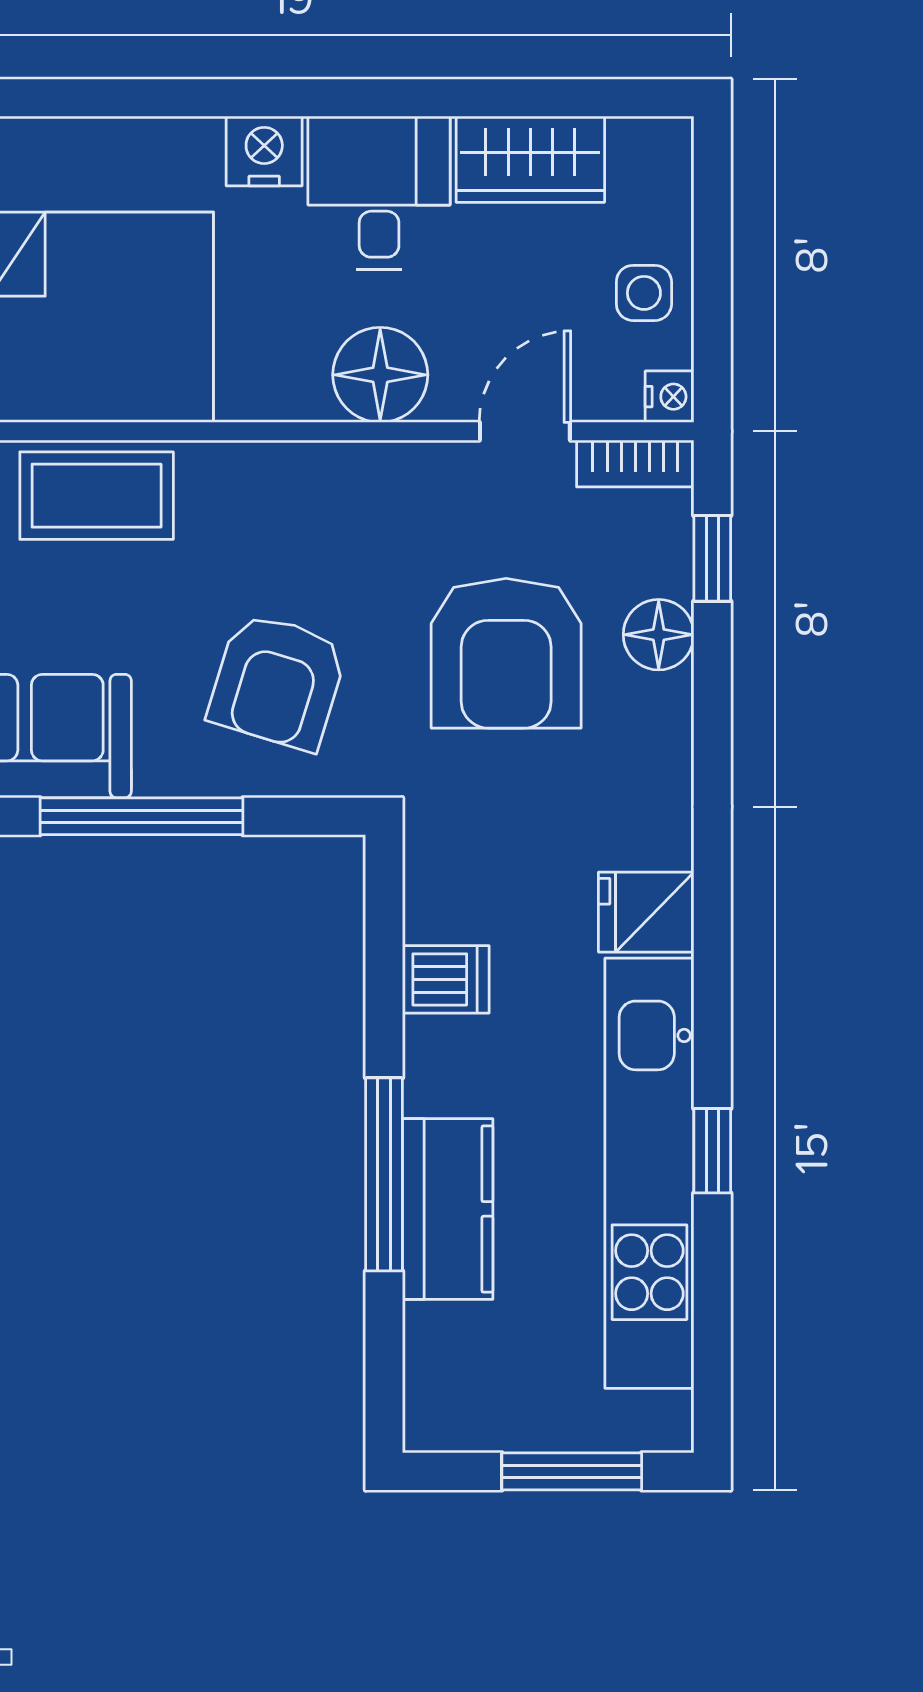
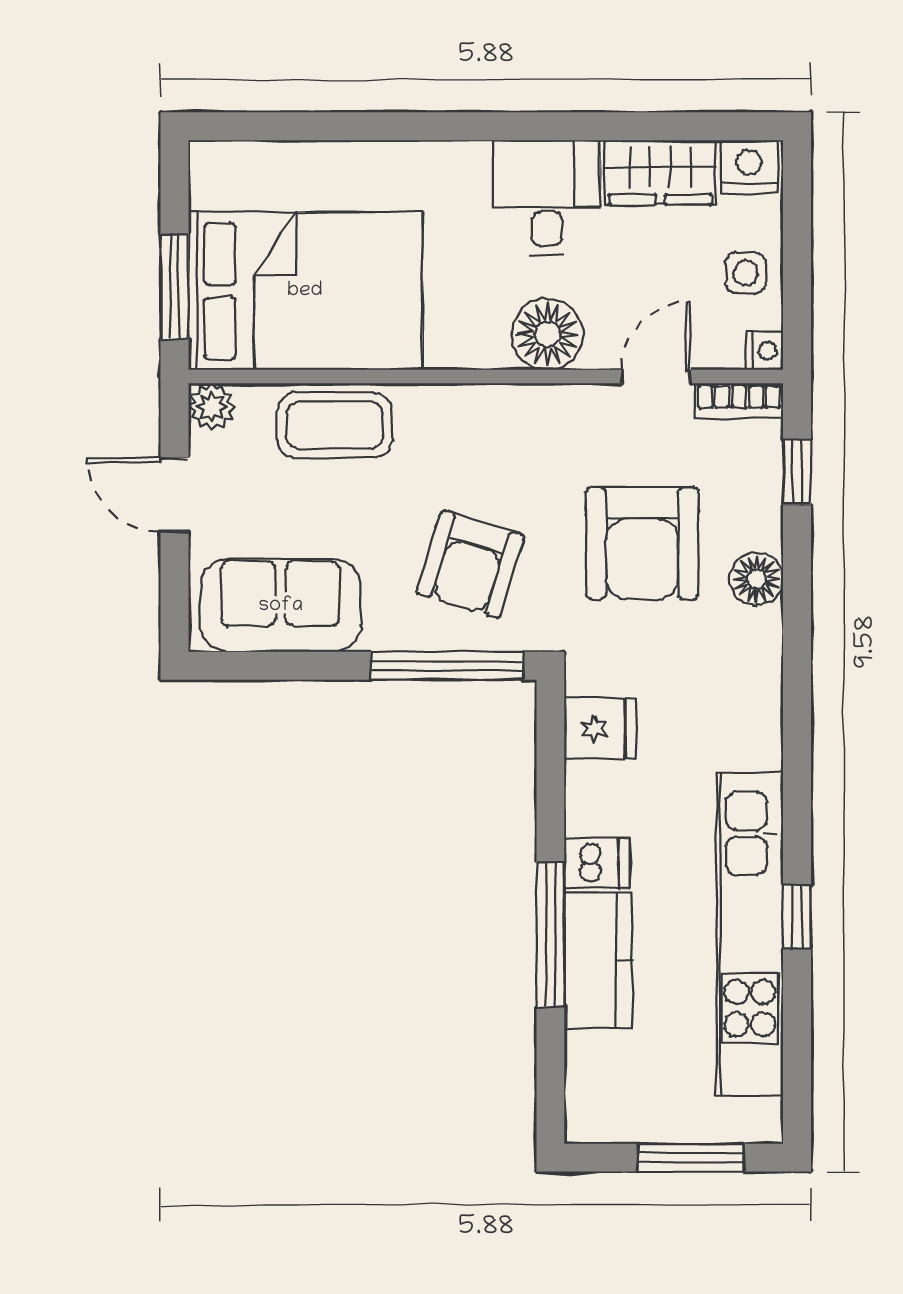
nightstand: (264, 151) -> (749, 166), moved
floor lamp: (659, 635) -> (757, 579), moved
window: (141, 816) -> (447, 666), moved
fridge: (646, 912) -> (600, 728), moved, turned 180
dishwasher: (446, 979) -> (597, 863), moved

